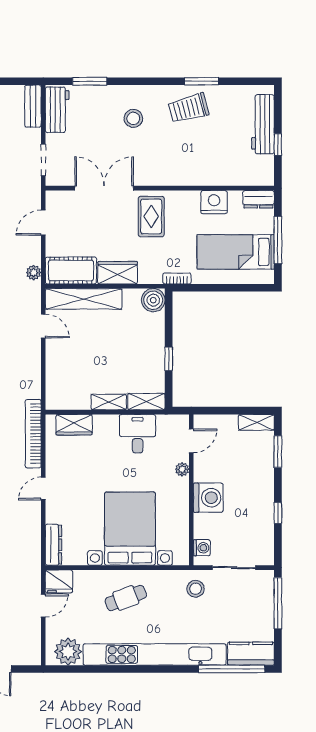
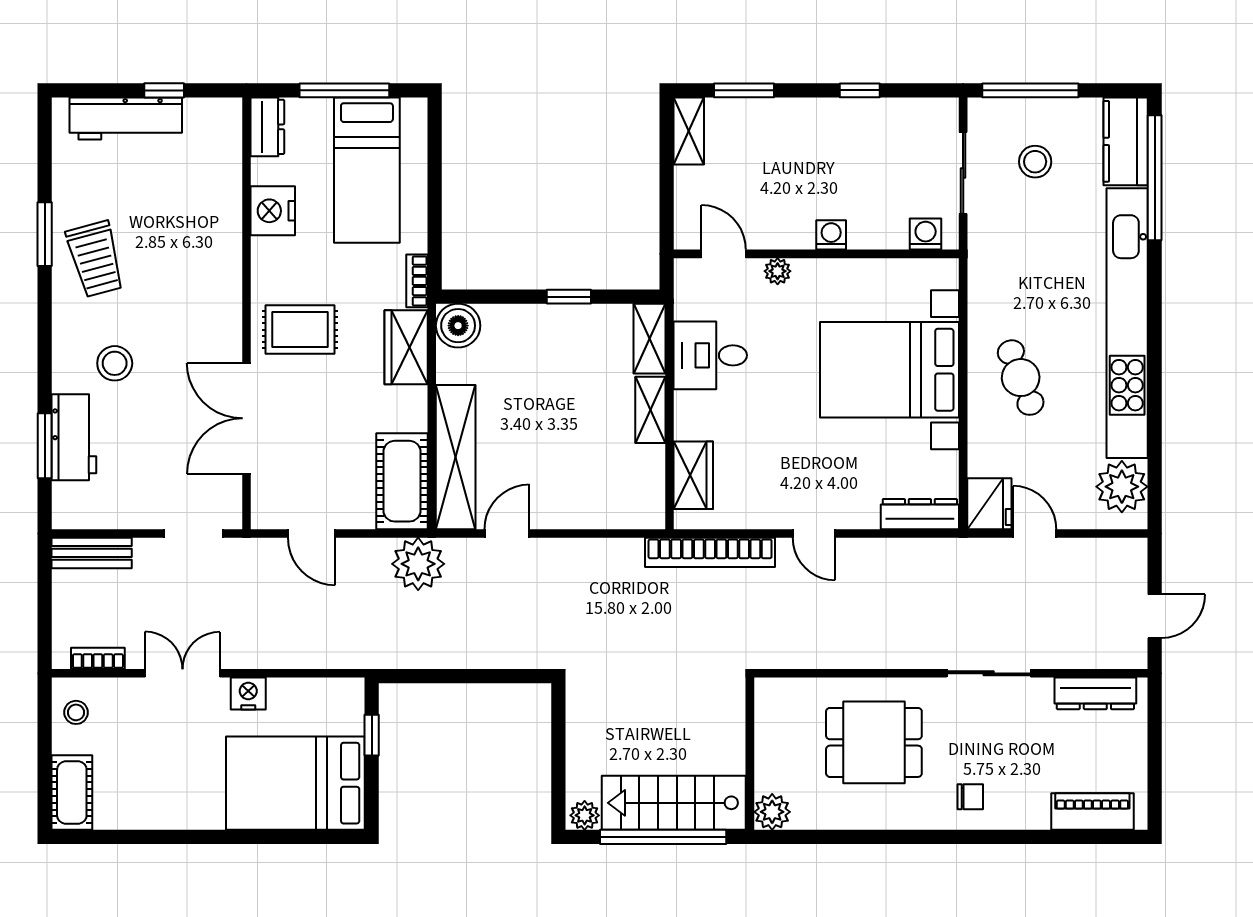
workbench: (57, 110) -> (74, 437), moved, turned 90
plant: (34, 273) -> (418, 564), width x1.88, depth x1.88
wardrobe: (118, 273) -> (406, 347), moved
washing machine: (208, 498) -> (831, 235), width x0.53, depth x0.53
stool: (196, 589) -> (1035, 162), moved

